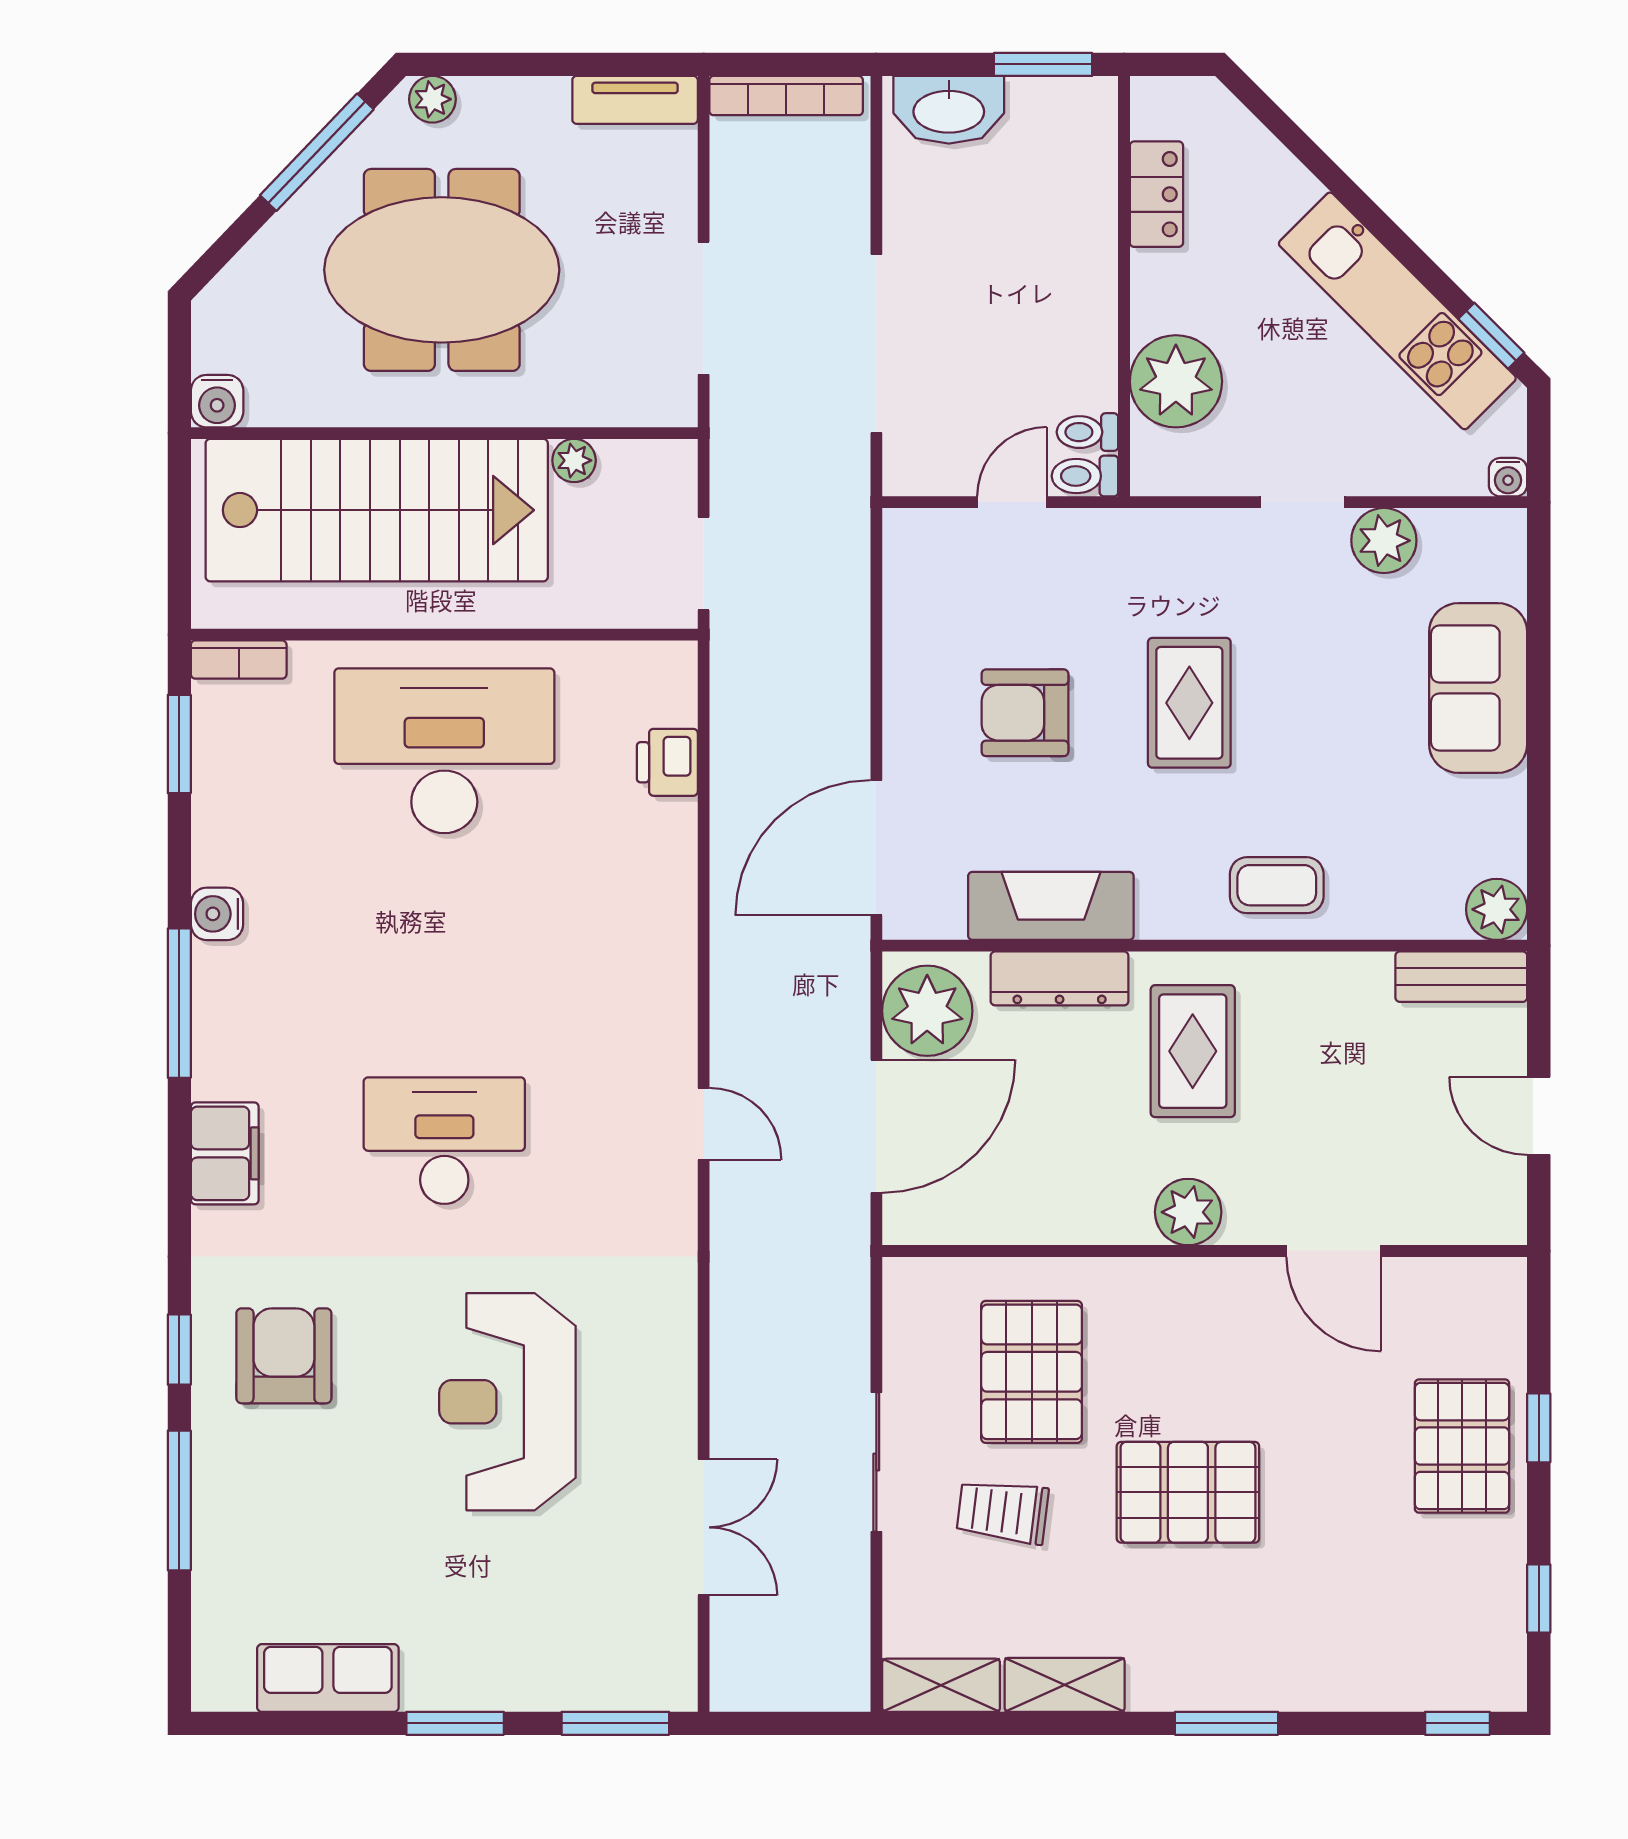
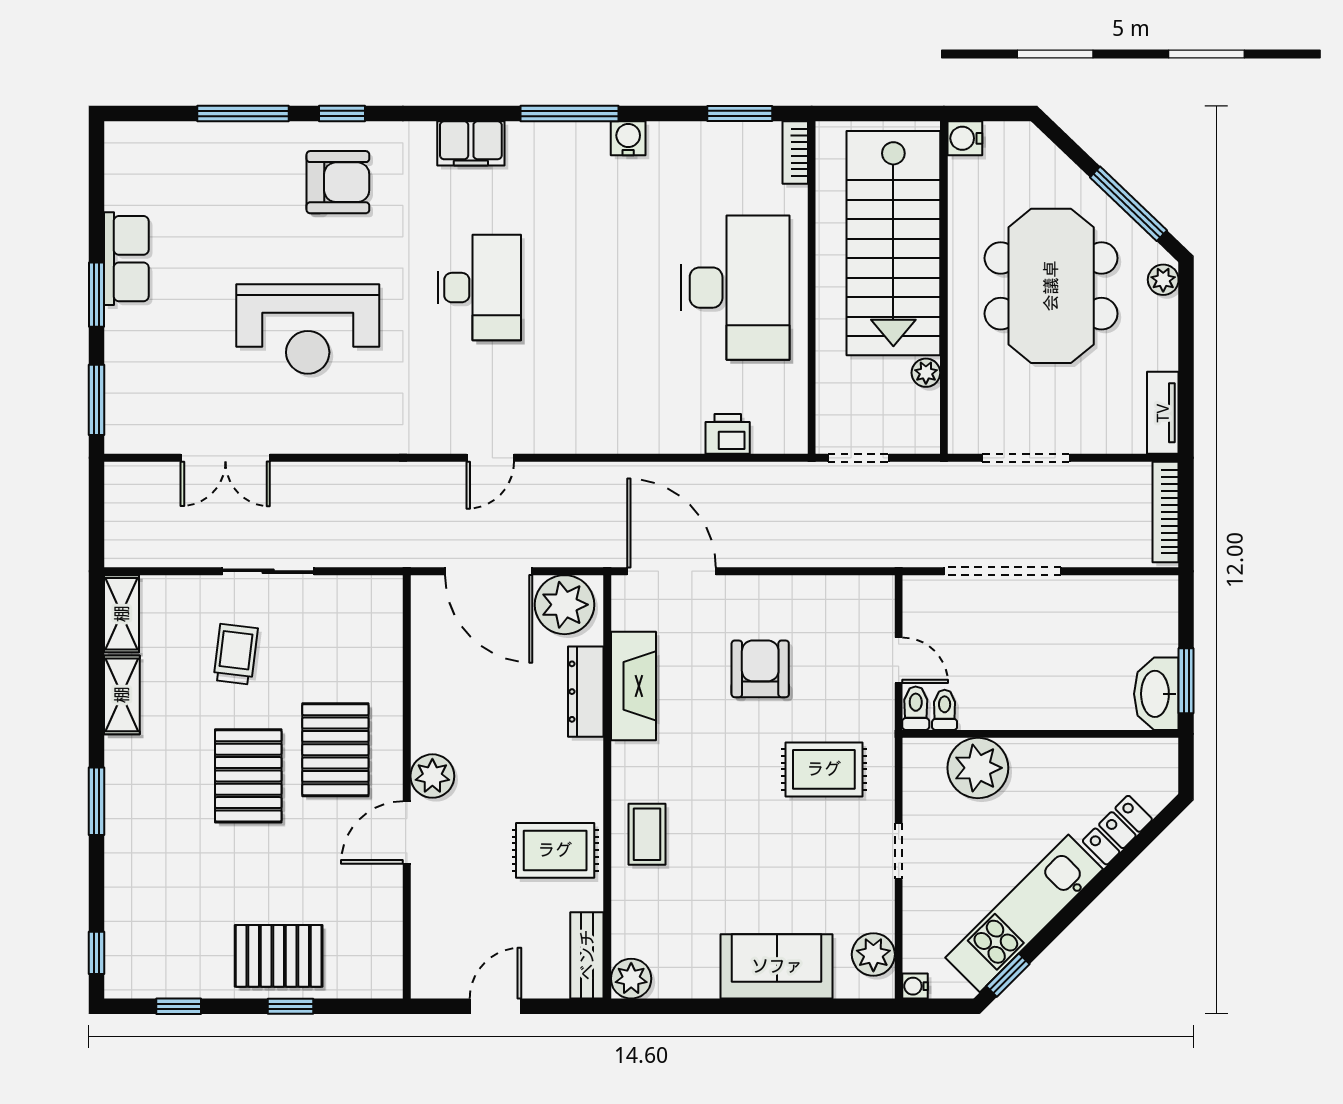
washbasin: (949, 110) -> (1156, 694), moved
locker: (1156, 194) -> (1117, 830), moved, turned 135
plant: (1384, 541) -> (873, 954), moved
rug: (1189, 703) -> (824, 769), moved
rug: (1193, 1051) -> (555, 850), moved
door: (1334, 1251) -> (407, 832), moved
pallet: (1032, 1372) -> (335, 750), moved, turned 90
reception desk: (507, 1402) -> (308, 329), turned 180
row of seats: (328, 1678) -> (126, 259), moved

